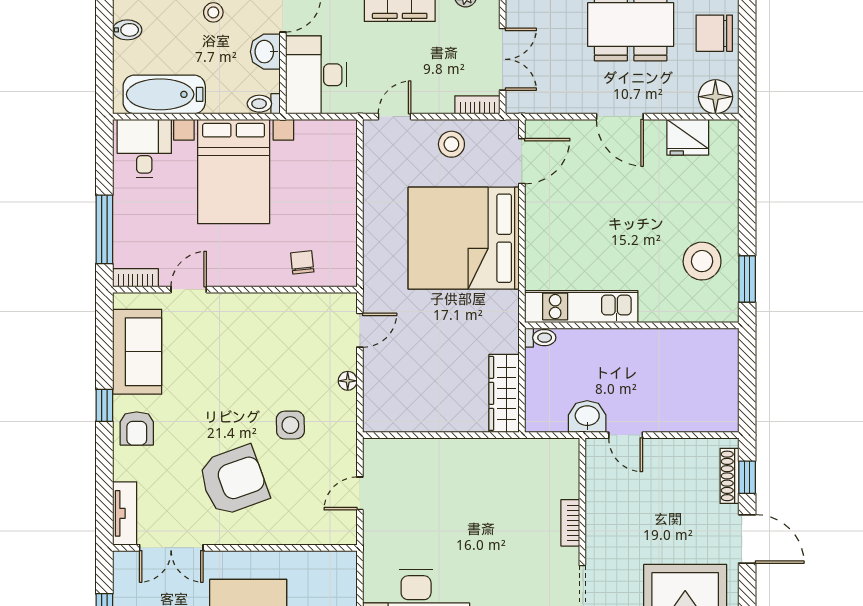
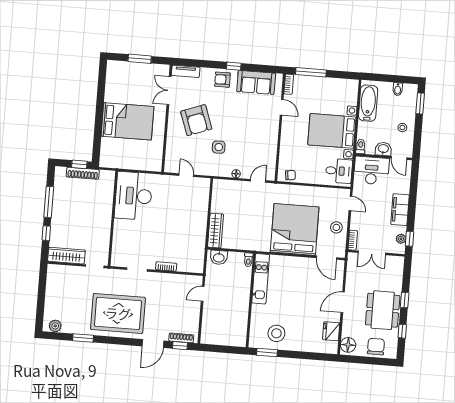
desk: (144, 149) -> (339, 171), moved
chair: (302, 262) -> (290, 175), moved
door: (360, 330) -> (258, 181), swing flipped
wardrobe: (504, 393) -> (216, 231), moved, turned 90
washbasin: (587, 417) -> (219, 257), moved, turned 90

